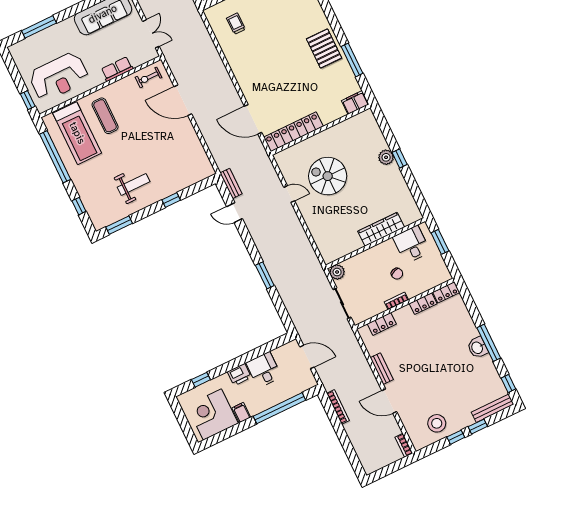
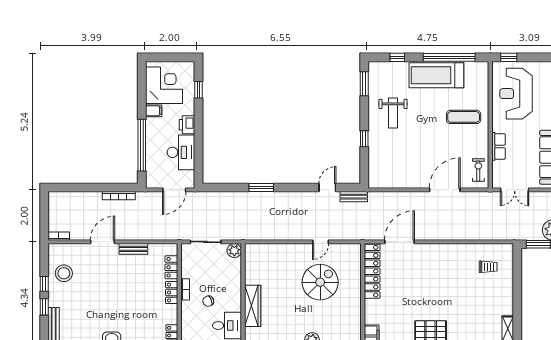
treadmill: (77, 133) -> (436, 75), moved
locker: (423, 304) -> (172, 293), moved
desk: (264, 370) -> (181, 152), width x1.37

